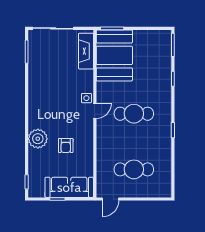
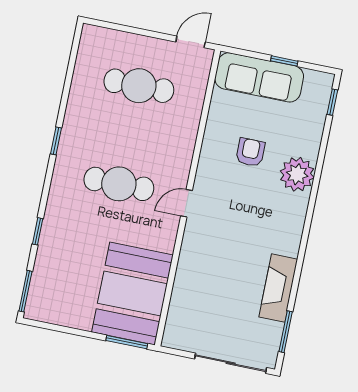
fireplace: (86, 51) -> (278, 288), moved, turned 180
side table: (86, 98) -> (197, 228), removed

